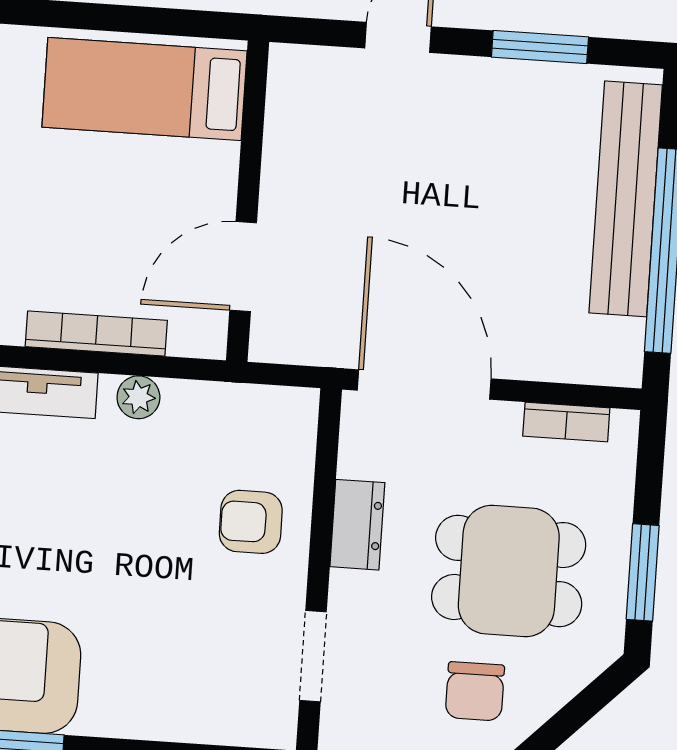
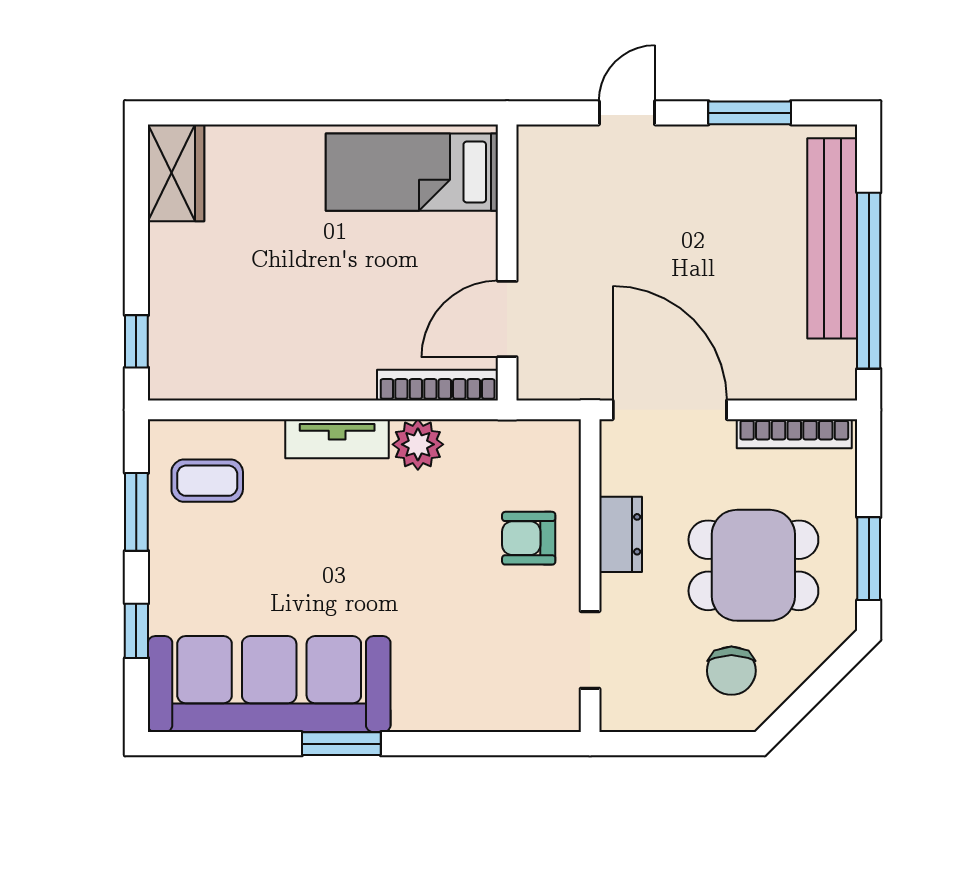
bookcase: (96, 333) -> (438, 385), moved
plant: (138, 397) -> (418, 444), width x1.38, depth x1.38
bookcase: (566, 422) -> (794, 434), width x1.56

